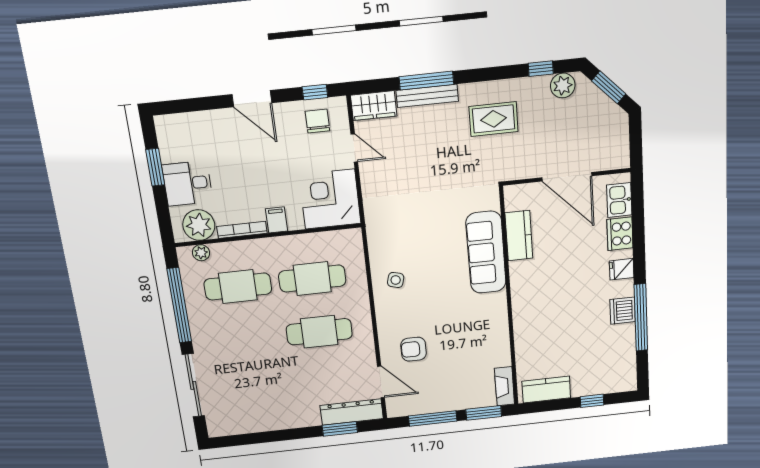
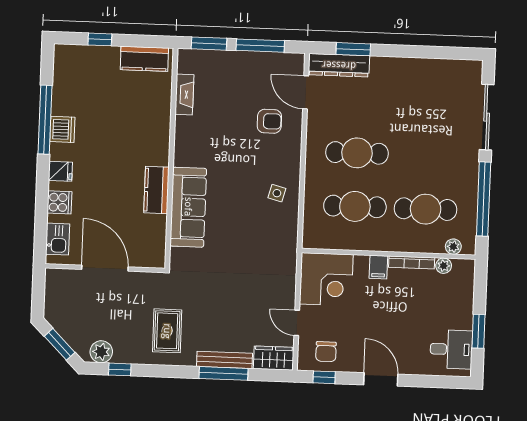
rug: (494, 119) -> (167, 331), turned 90
desk: (187, 183) -> (451, 349), moved
plant: (199, 225) -> (444, 266), width x0.53, depth x0.53
cooker: (620, 234) -> (60, 202), width x0.73
kitchen counter: (519, 236) -> (156, 190), moved
fireplace: (504, 386) -> (184, 95), moved

